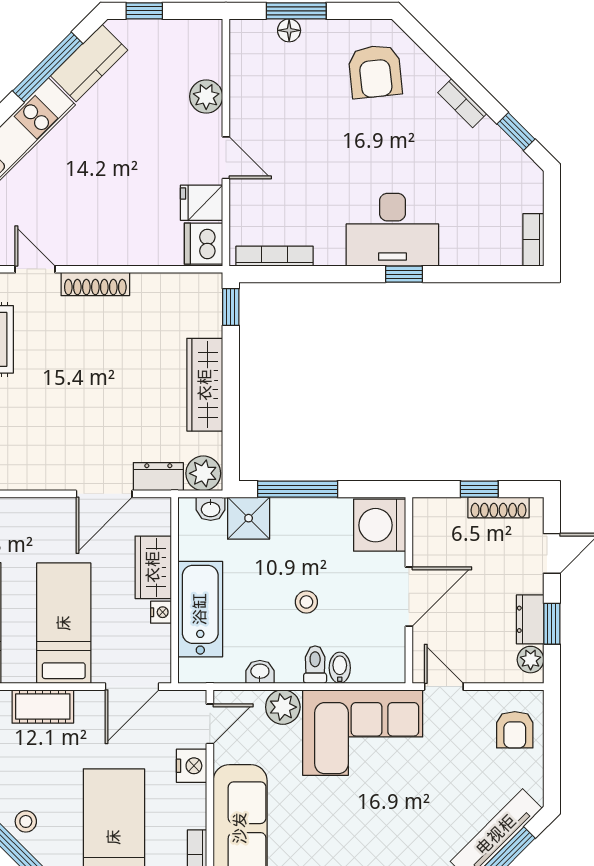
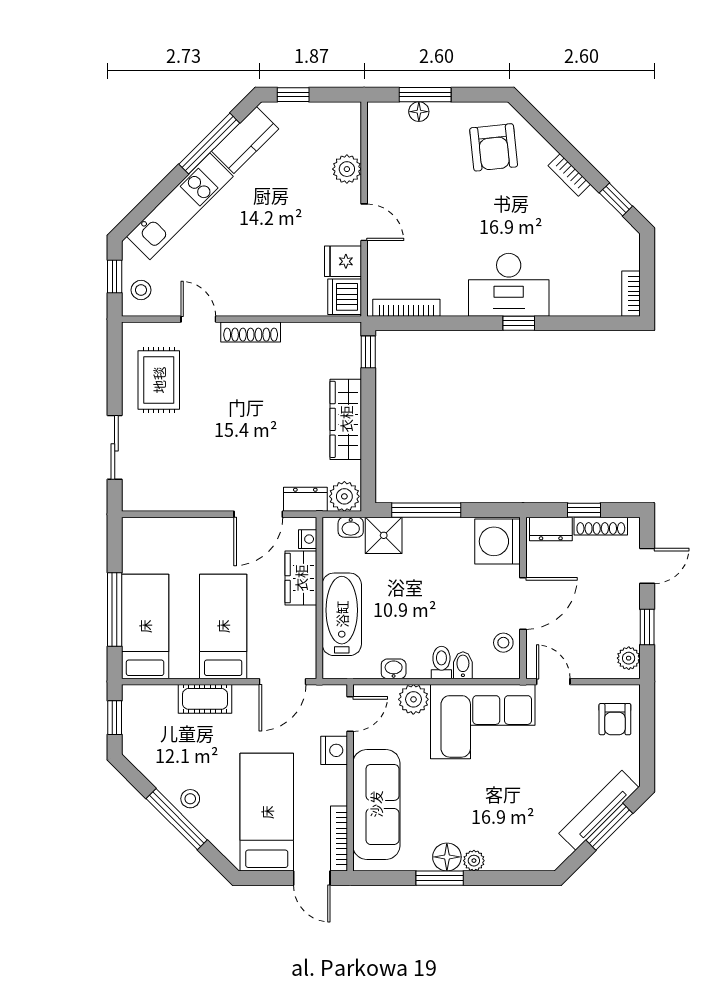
stool: (306, 602) -> (503, 643), moved
nightstand: (161, 612) -> (308, 539), moved
dresser: (530, 619) -> (551, 529), moved, turned -90

